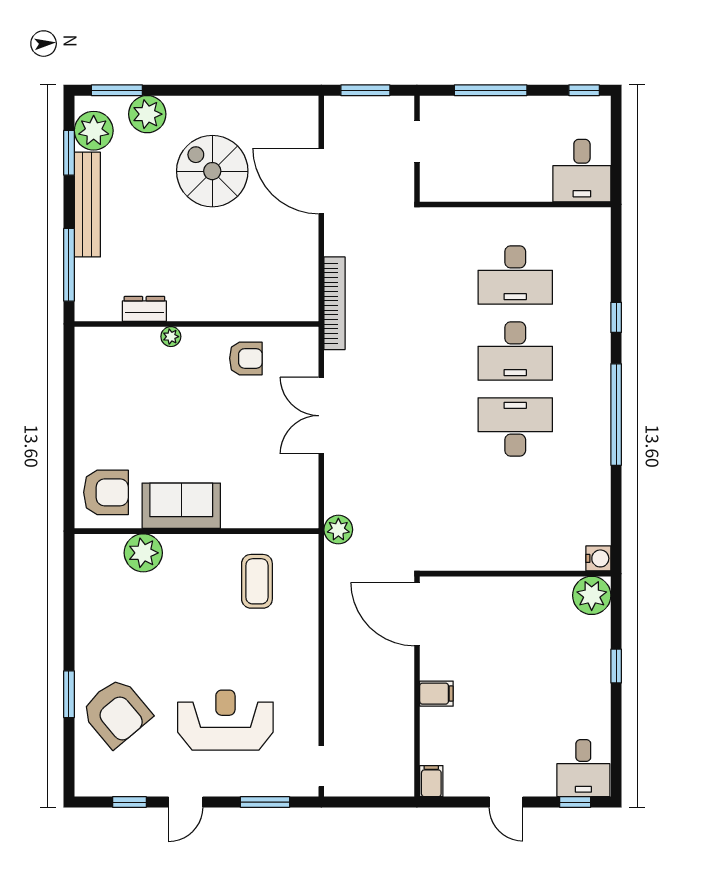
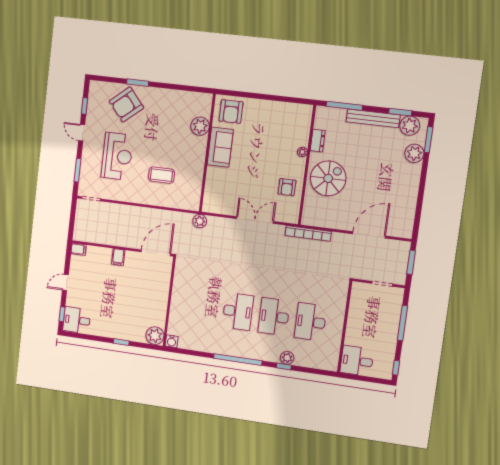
spiral stairs: (212, 171) -> (328, 178), moved
plant: (597, 313) -> (287, 358), added
coffee table: (257, 581) -> (161, 175), moved

